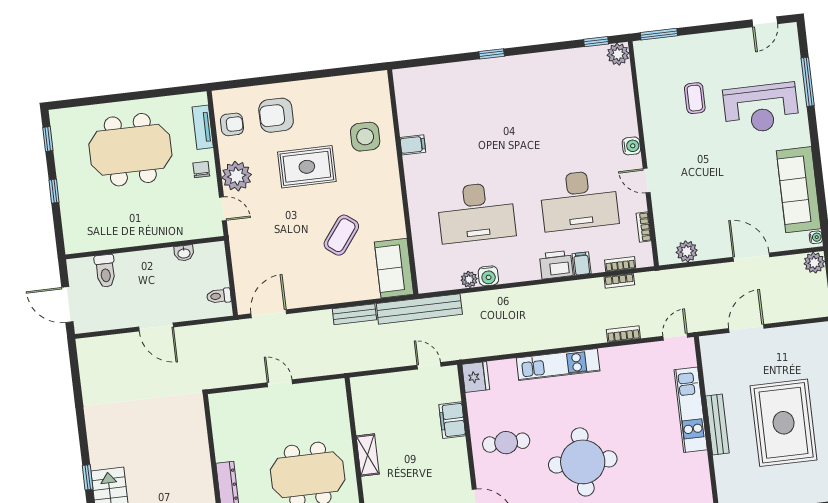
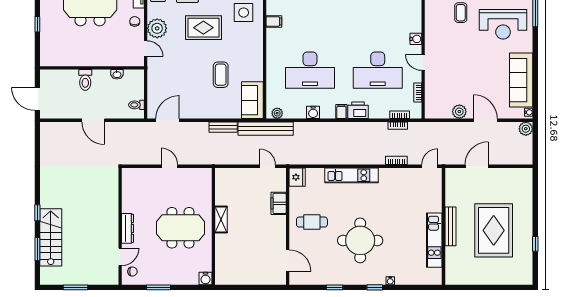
coffee table: (341, 235) -> (221, 75), turned -37
plant: (687, 251) -> (459, 112), moved
filing cabinet: (582, 264) -> (341, 112), moved
toilet: (105, 271) -> (85, 80), moved
plant: (469, 279) -> (277, 113), moved
kitchen unit: (691, 410) -> (434, 240), moved

